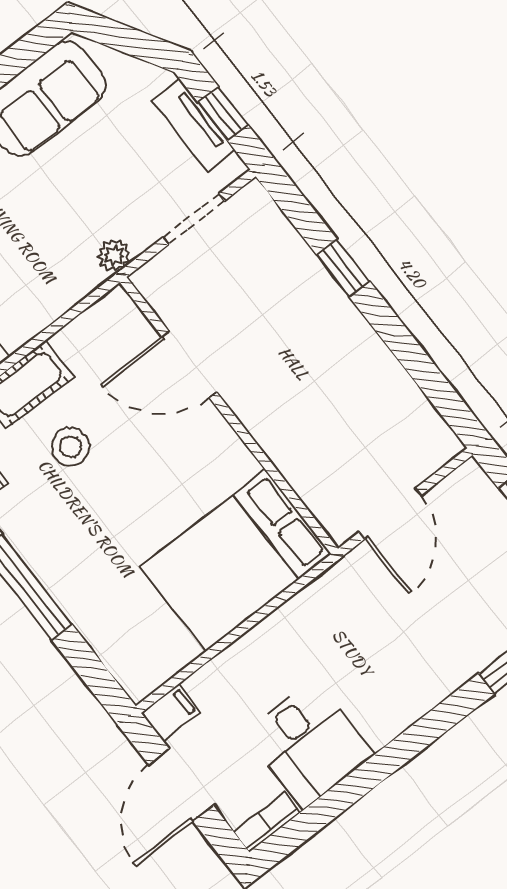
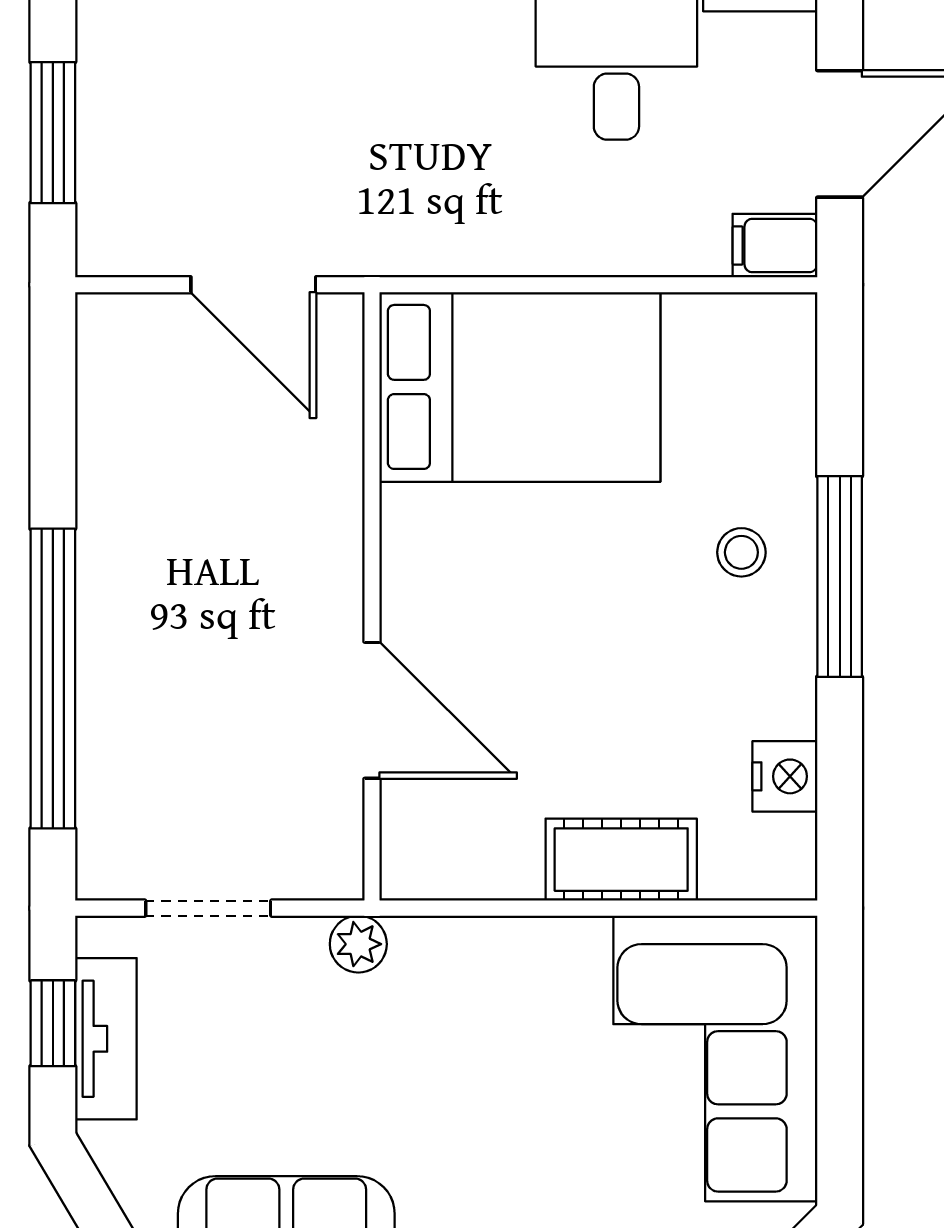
window: (343, 268) -> (53, 679), width x3.17
stool: (70, 447) -> (741, 552), moved, width x0.73, depth x0.73
door: (390, 513) -> (253, 285), swing flipped

